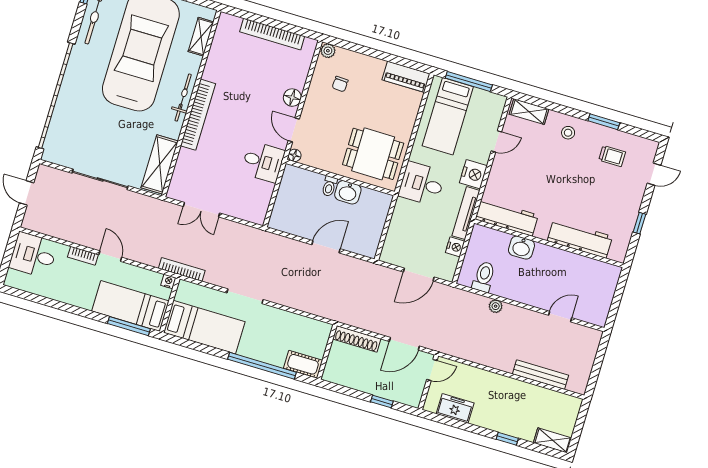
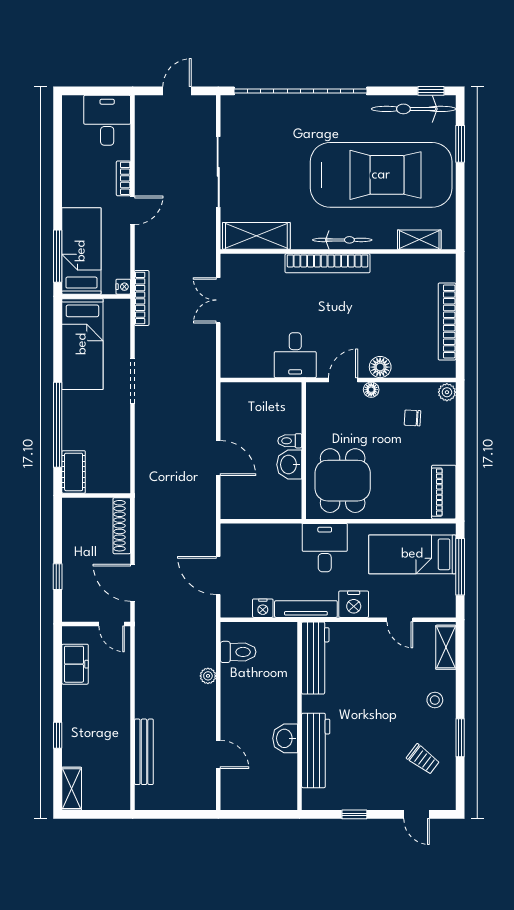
floor lamp: (295, 155) -> (371, 390), moved
trolley: (612, 156) -> (423, 759), turned -53
washbasin: (521, 248) -> (285, 738), moved

